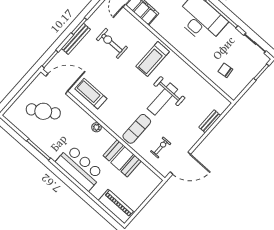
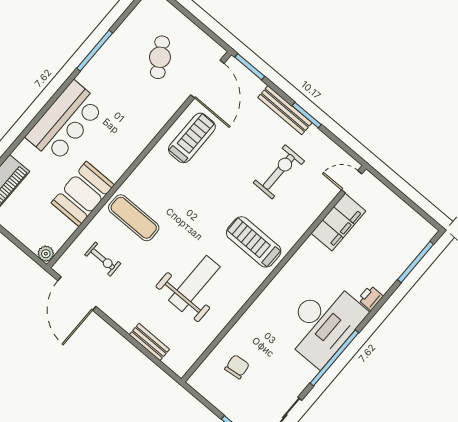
weight bench: (162, 99) -> (194, 284), moved, turned 90
cafe table: (43, 111) -> (160, 57), width x0.73, depth x0.74
plant: (96, 127) -> (46, 254), moved

